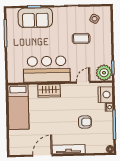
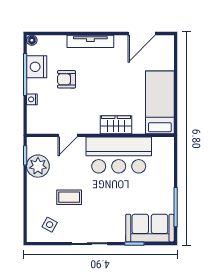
sofa: (35, 18) -> (150, 228), moved
plant: (104, 73) -> (38, 166), moved
nightstand: (105, 95) -> (37, 67), moved
door: (42, 155) -> (142, 34), moved

